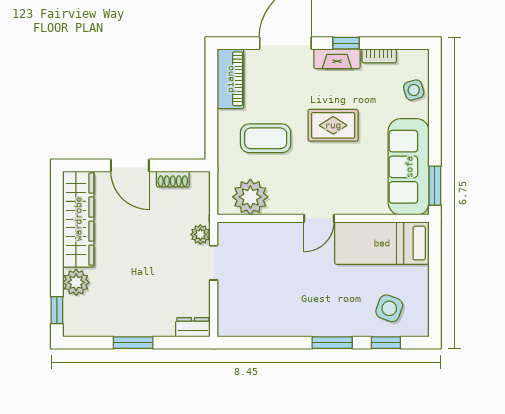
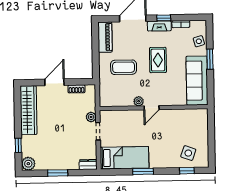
rug: (333, 125) -> (158, 60), turned 90
door: (130, 165) -> (54, 82), swing flipped
window: (435, 186) -> (210, 59), moved
plant: (250, 197) -> (139, 101), moved, width x0.53, depth x0.53
bed: (382, 243) -> (124, 158), moved, turned 180
plant: (76, 282) -> (28, 164), moved
window: (57, 310) -> (18, 145), moved
window: (332, 343) -> (143, 171), moved

